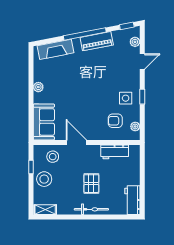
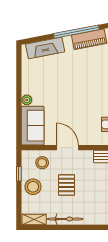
plant: (38, 87) -> (27, 100), moved
pallet: (91, 184) -> (67, 185), moved
bicycle: (91, 209) -> (65, 219), moved

